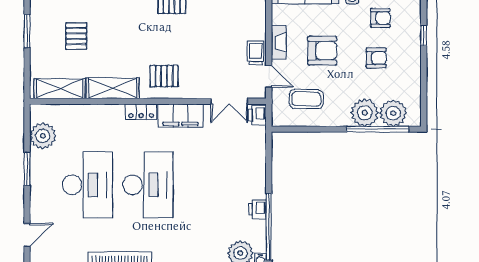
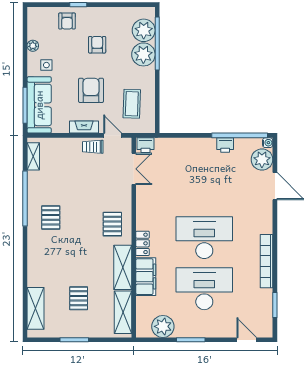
armchair: (380, 18) -> (67, 21), moved, turned 180
pallet: (76, 36) -> (79, 298), turned 90
door: (269, 76) -> (113, 135), hinge flipped
filing cabinet: (180, 116) -> (146, 277), moved

